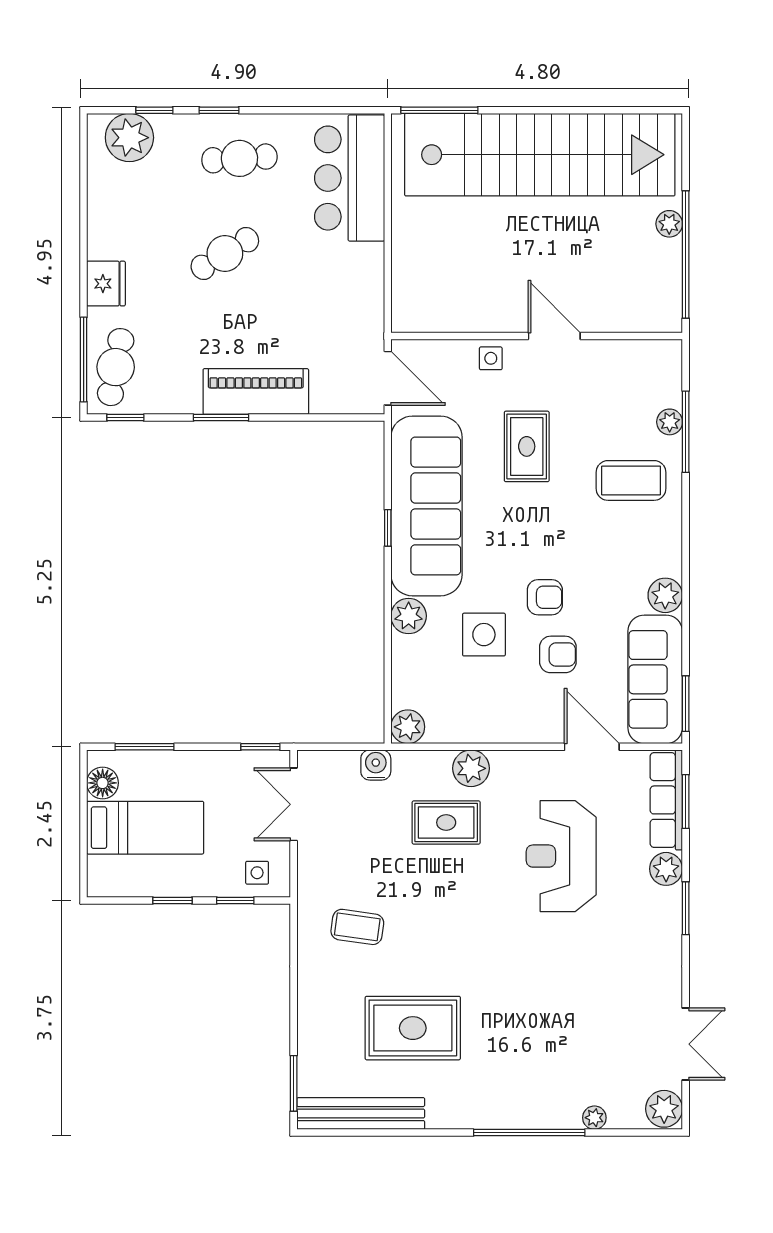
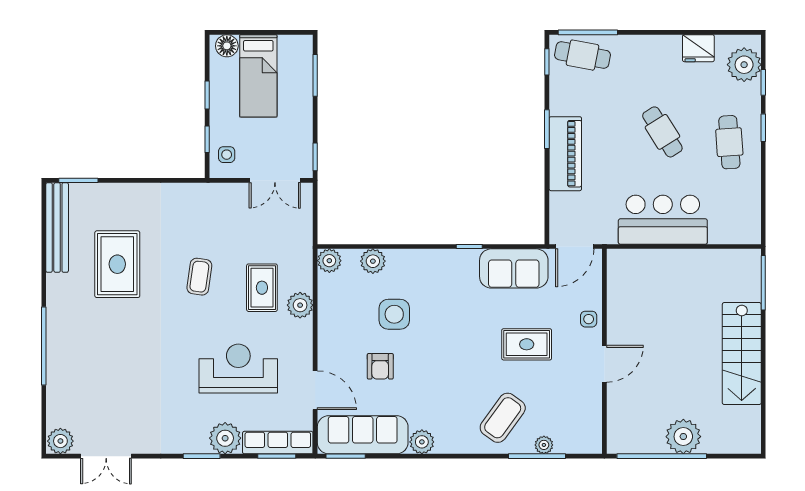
stairs: (540, 155) -> (742, 354), width x0.54, depth x0.66
bar counter: (350, 178) -> (663, 220), moved
plant: (669, 224) -> (683, 437), width x1.88, depth x1.88
fridge: (106, 284) -> (698, 48), moved
coffee table: (631, 480) -> (503, 418), turned 36
sofa: (427, 506) -> (514, 268), width x0.54, depth x0.79
armchair: (545, 597) -> (420, 357), removed
plant: (409, 616) -> (373, 261), moved
door: (592, 747) -> (315, 390), hinge flipped
water cooler: (376, 765) -> (302, 238), removed
floor lamp: (103, 783) -> (227, 46), moved
double door: (294, 804) -> (275, 180), swing flipped
plant: (666, 869) -> (225, 438), width x1.36, depth x1.36
coffee table: (357, 927) -> (199, 277), moved
plant: (594, 1118) -> (54, 392), removed

